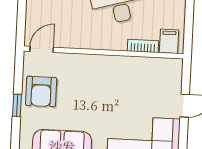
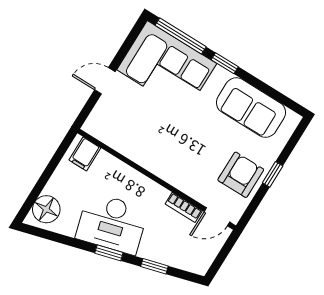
bookcase: (143, 46) -> (184, 207), moved

